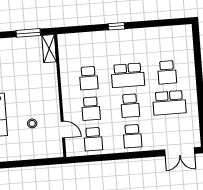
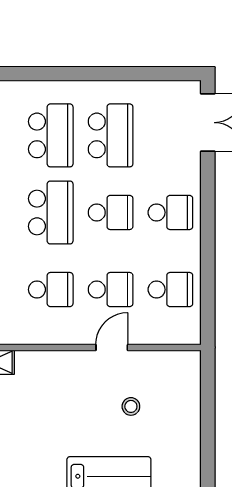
school desk: (167, 72) -> (51, 135), width x1.85
door: (63, 130) -> (112, 347), moved

